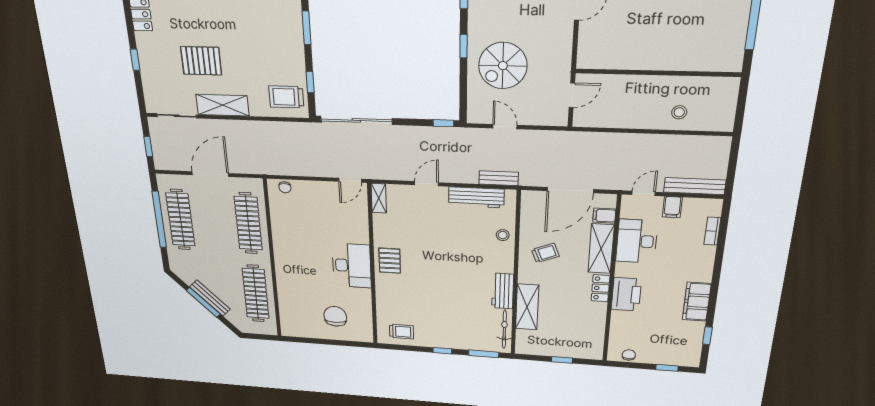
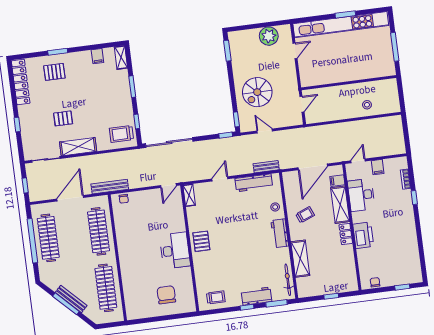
window: (464, 46) -> (236, 119), moved
pallet: (201, 61) -> (63, 118), width x0.67, depth x0.71
bench: (695, 186) -> (110, 187), moved
workbench: (503, 291) -> (280, 233), moved
filing cabinet: (697, 302) -> (409, 232), removed
window: (707, 336) -> (414, 197), moved
workbench: (457, 340) -> (256, 296), added

